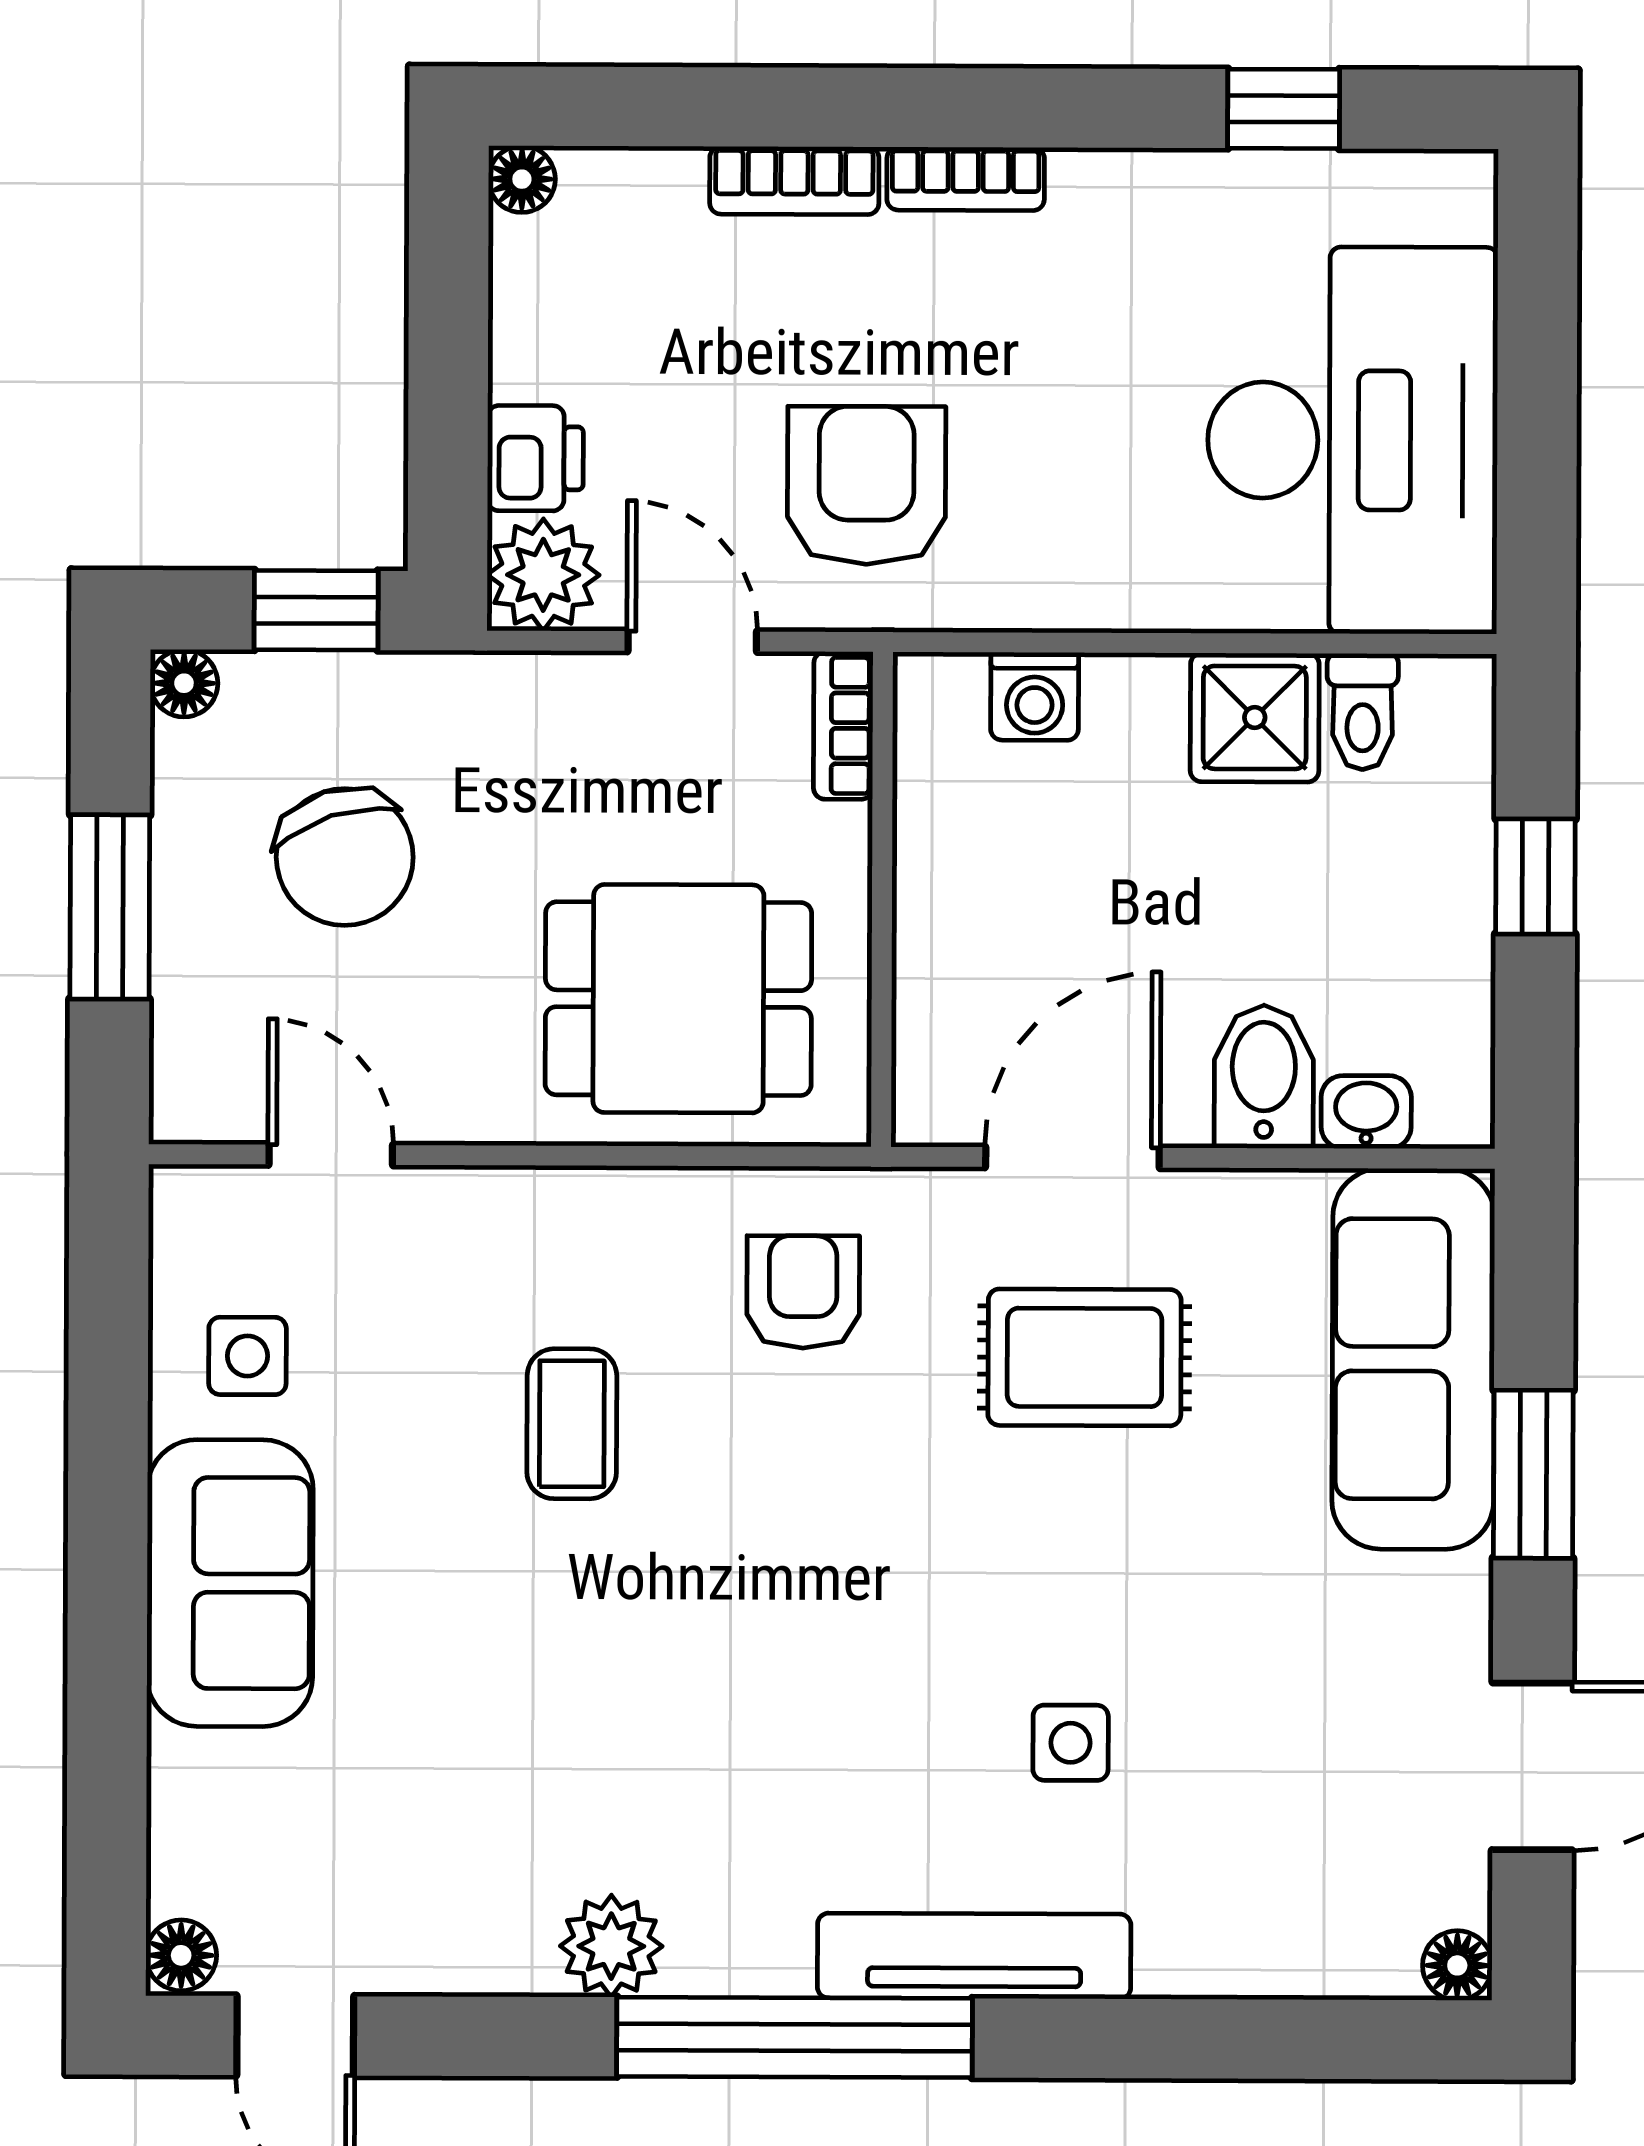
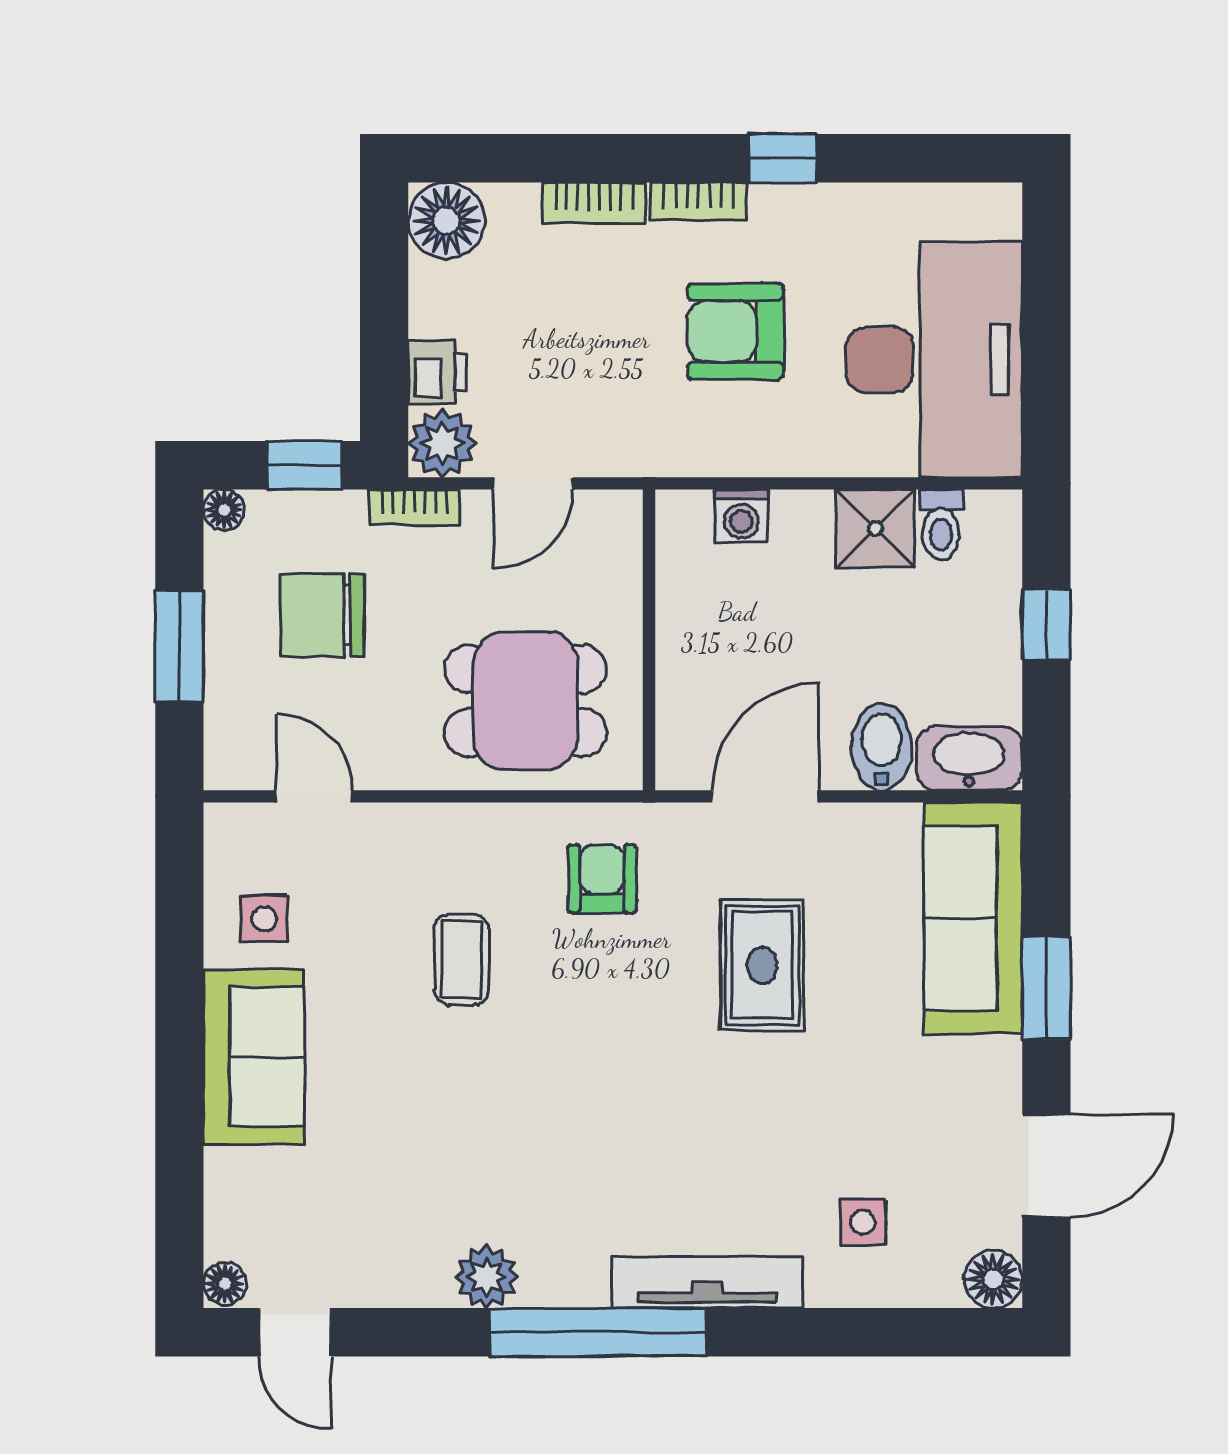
window: (1284, 109) -> (782, 158), moved
floor lamp: (522, 179) -> (446, 221), width x1.89, depth x1.89
armchair: (867, 485) -> (735, 331), moved, turned -90
door: (692, 641) -> (533, 483), swing flipped
bookcase: (843, 725) -> (414, 507), moved, turned -90
chair: (345, 857) -> (322, 615), turned 108
washbasin: (1366, 1112) -> (969, 758), width x1.91, depth x1.45
rug: (1085, 1357) -> (762, 965), moved, turned 90
side table: (1071, 1743) -> (863, 1222), moved
floor lamp: (1457, 1965) -> (993, 1279), width x1.37, depth x1.37

